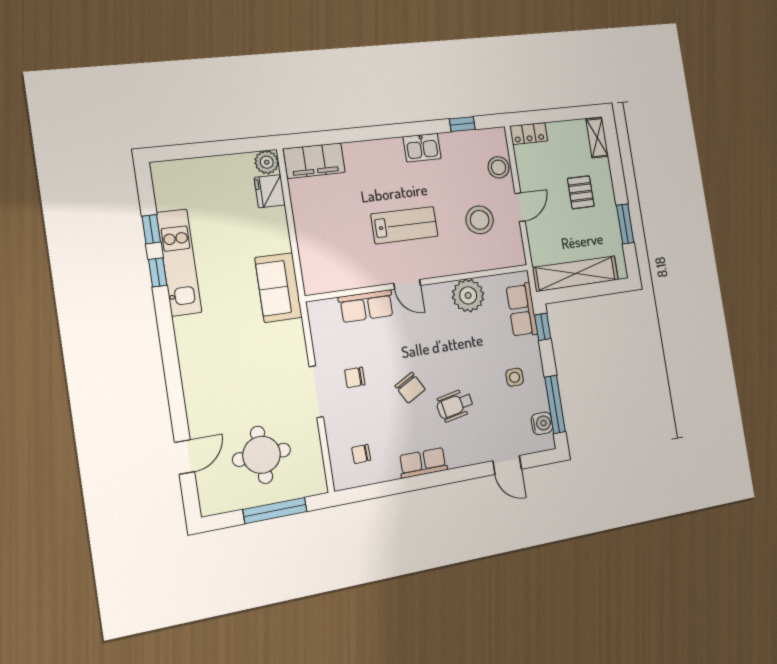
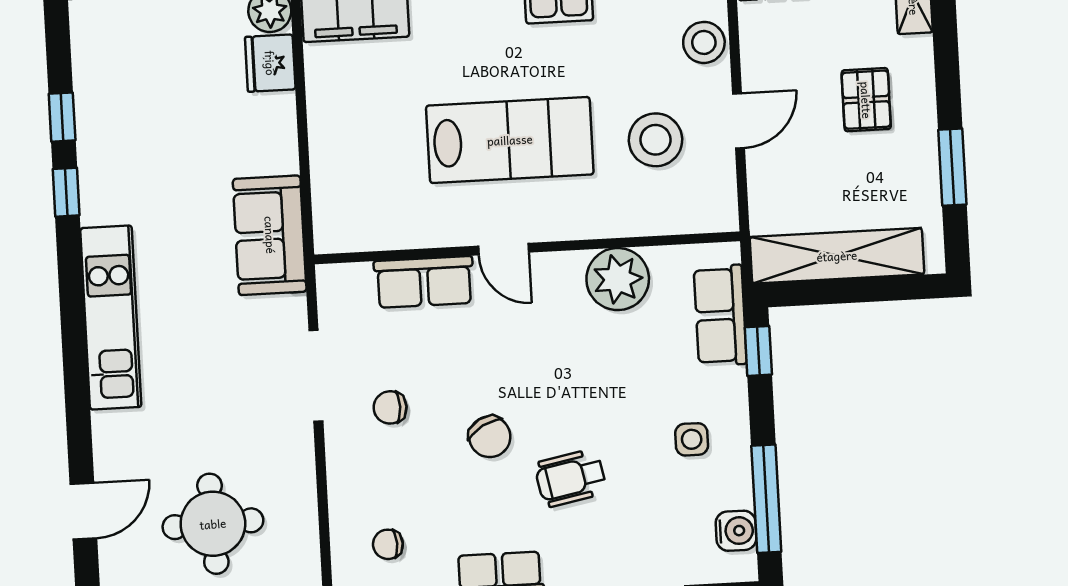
lab bench: (404, 225) -> (510, 140), width x1.36, depth x1.39
kitchen unit: (179, 262) -> (111, 318), moved
doorway: (316, 392) -> (316, 376), moved

